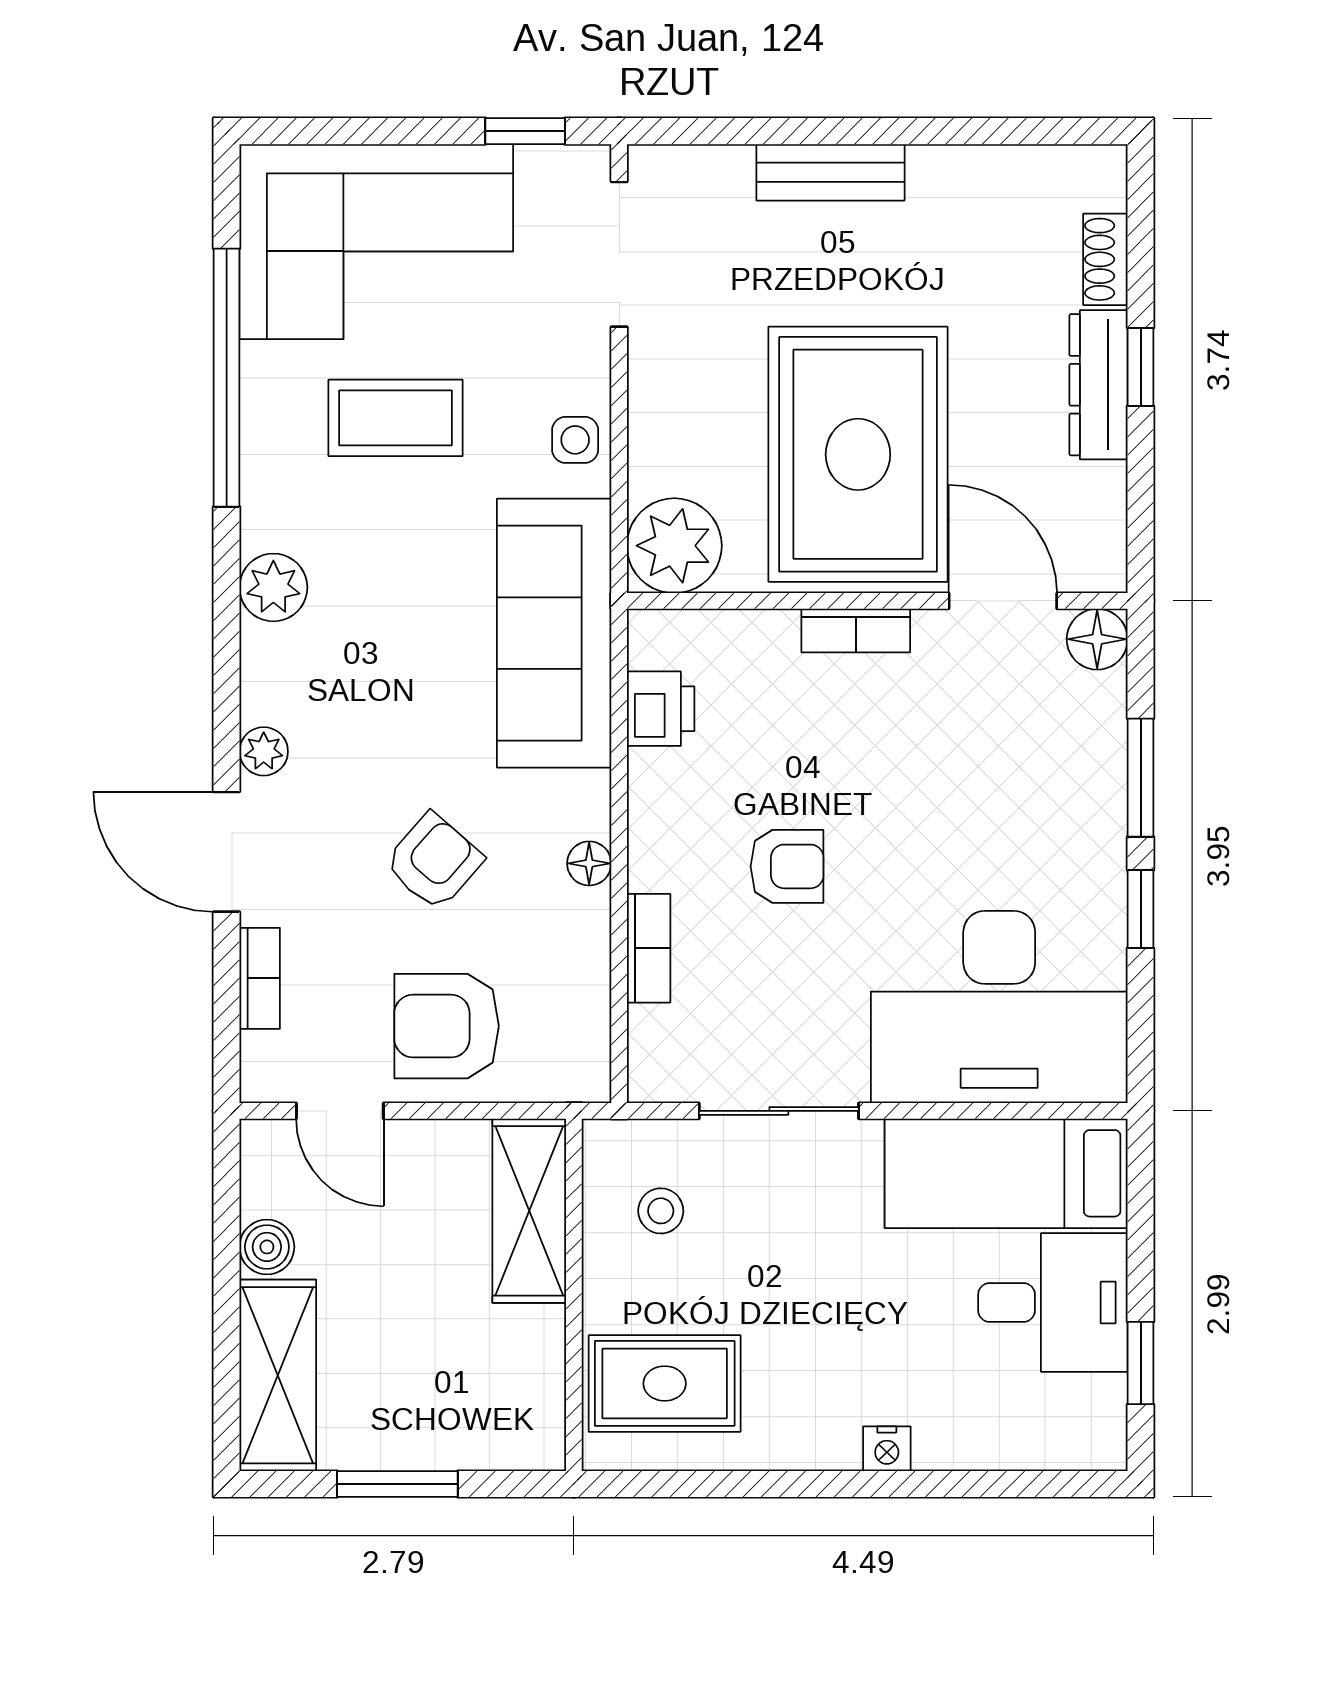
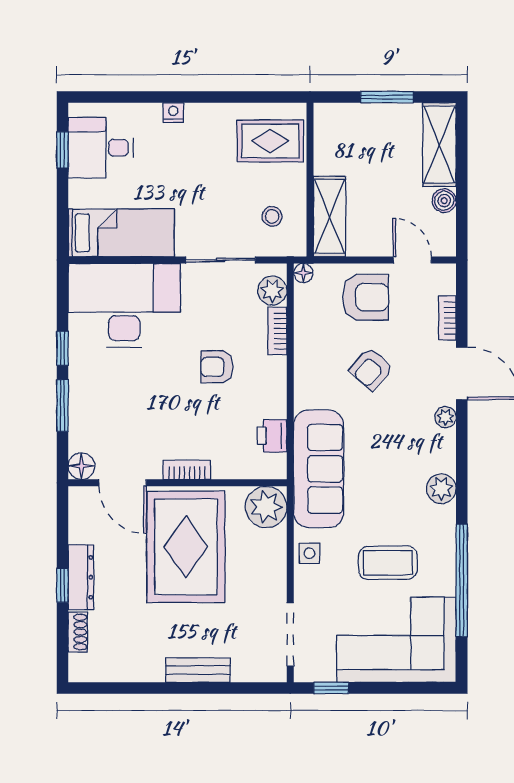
floor lamp: (589, 863) -> (303, 273), moved
plant: (660, 1041) -> (272, 291), added
desk: (1053, 1302) -> (101, 148), moved

